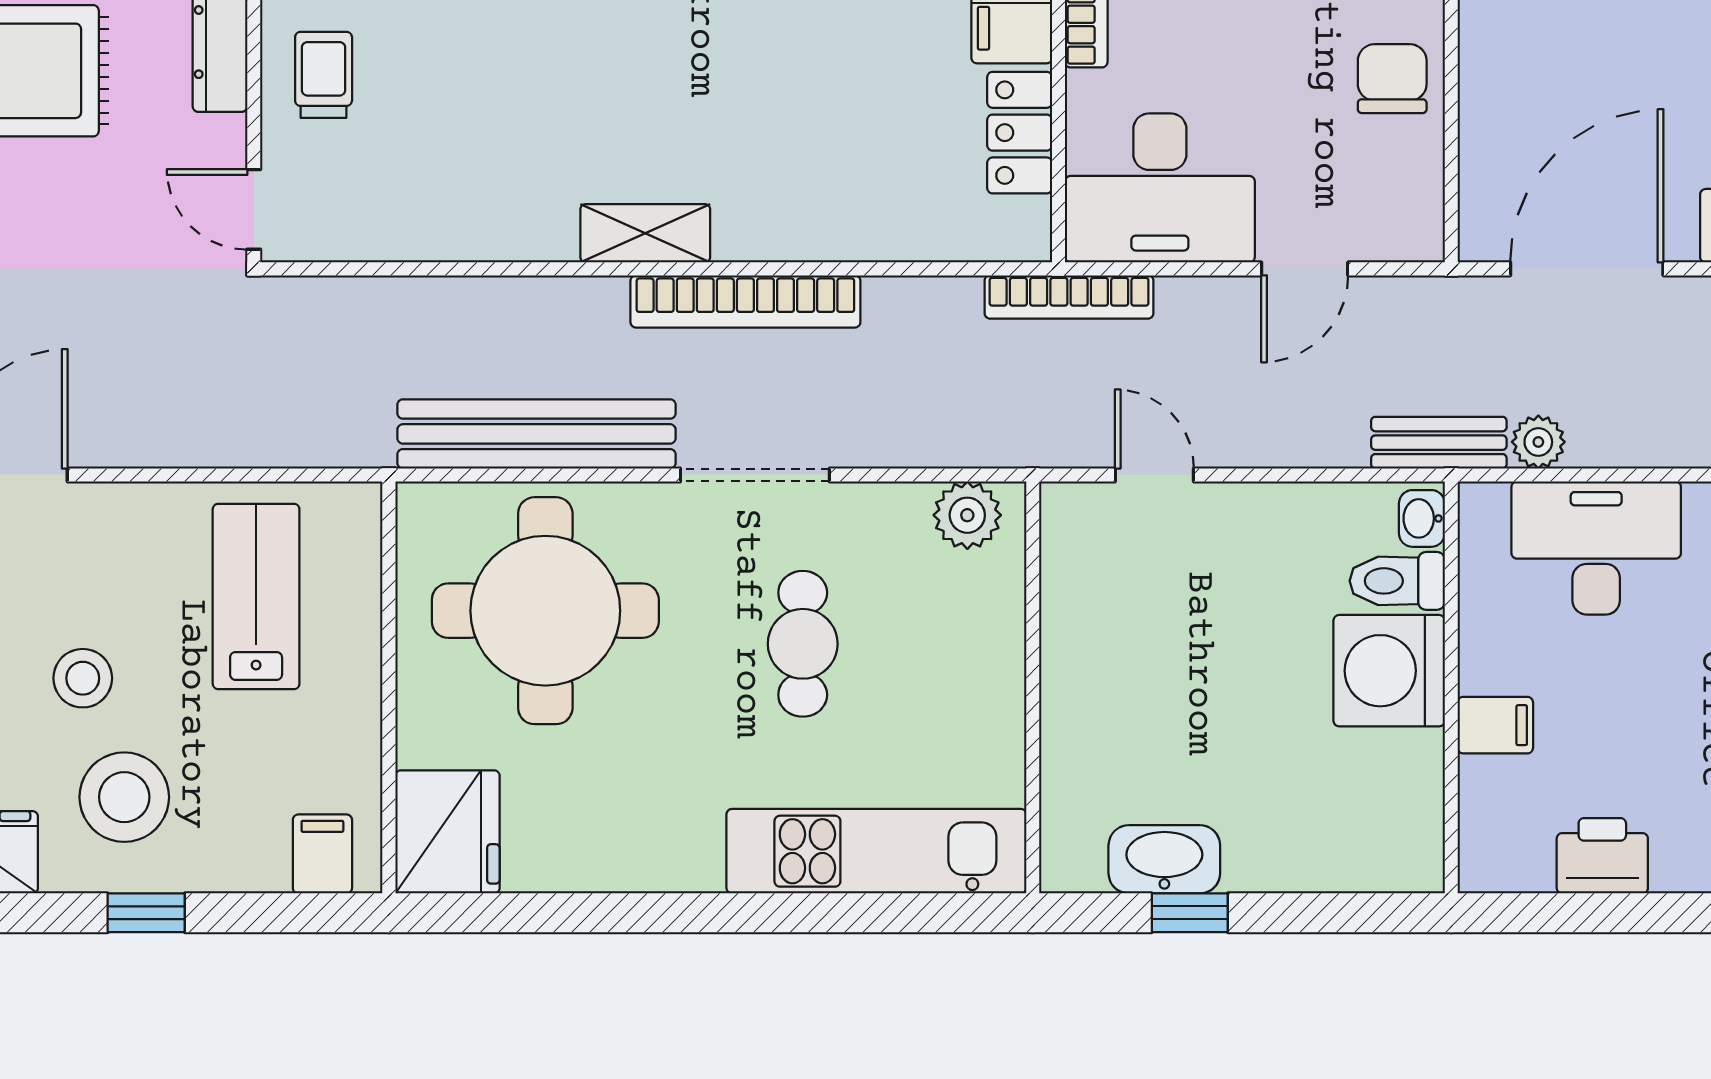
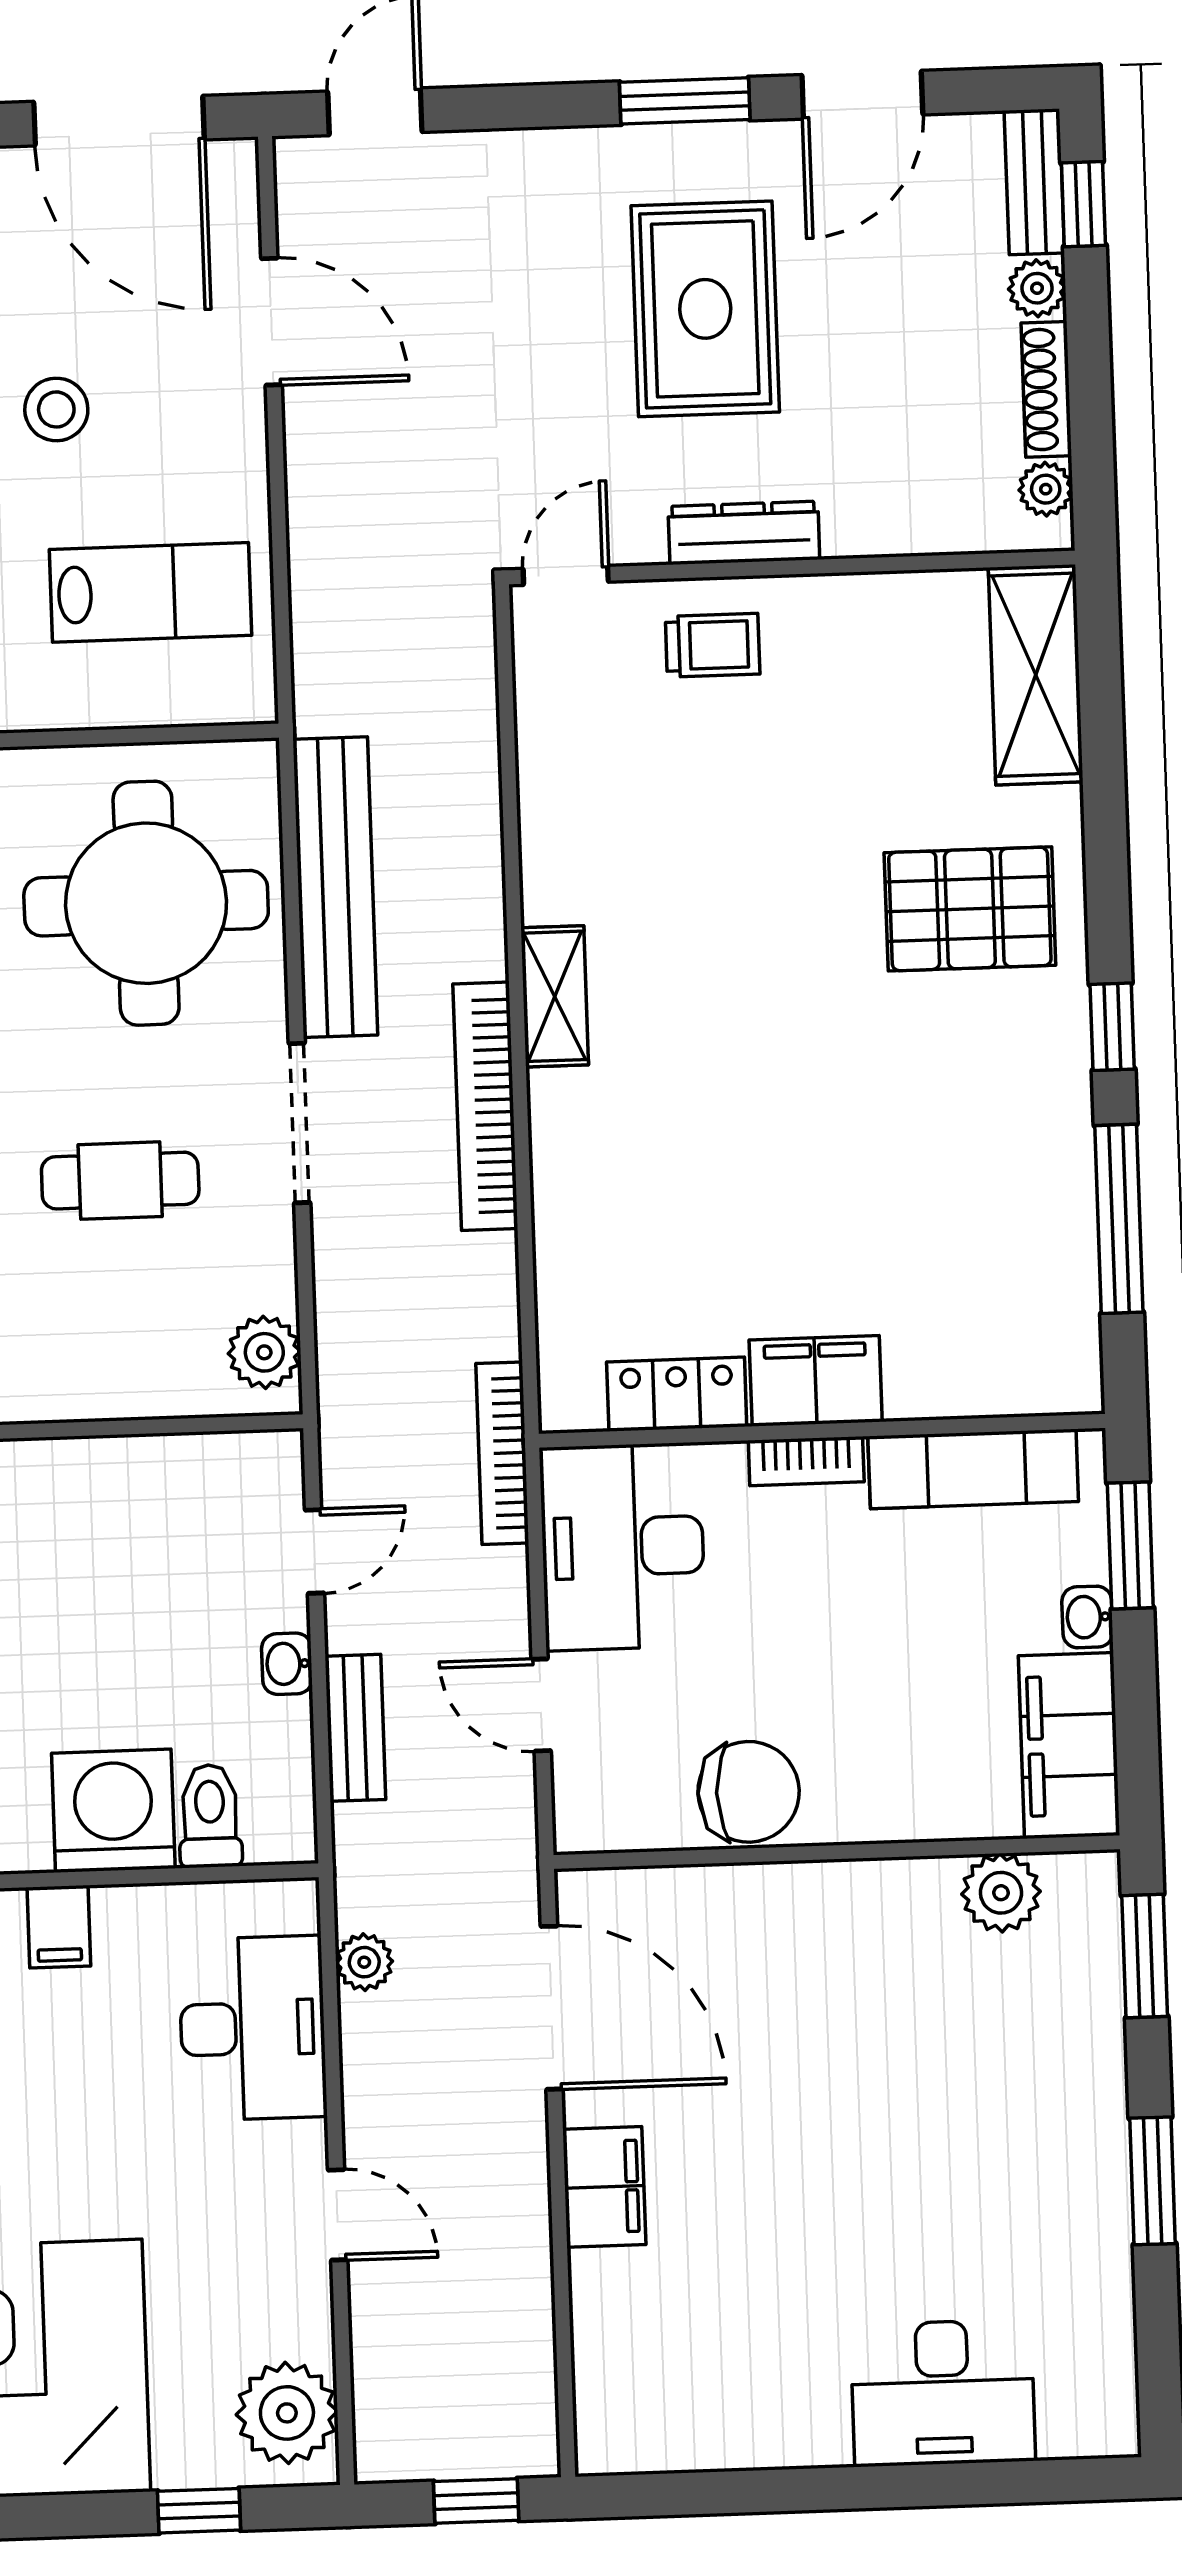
chair: (1392, 79) -> (749, 1792), width x1.37, depth x1.37
bench: (1439, 443) -> (355, 1728), moved
washbasin: (1422, 518) -> (287, 1664), moved, turned -90

